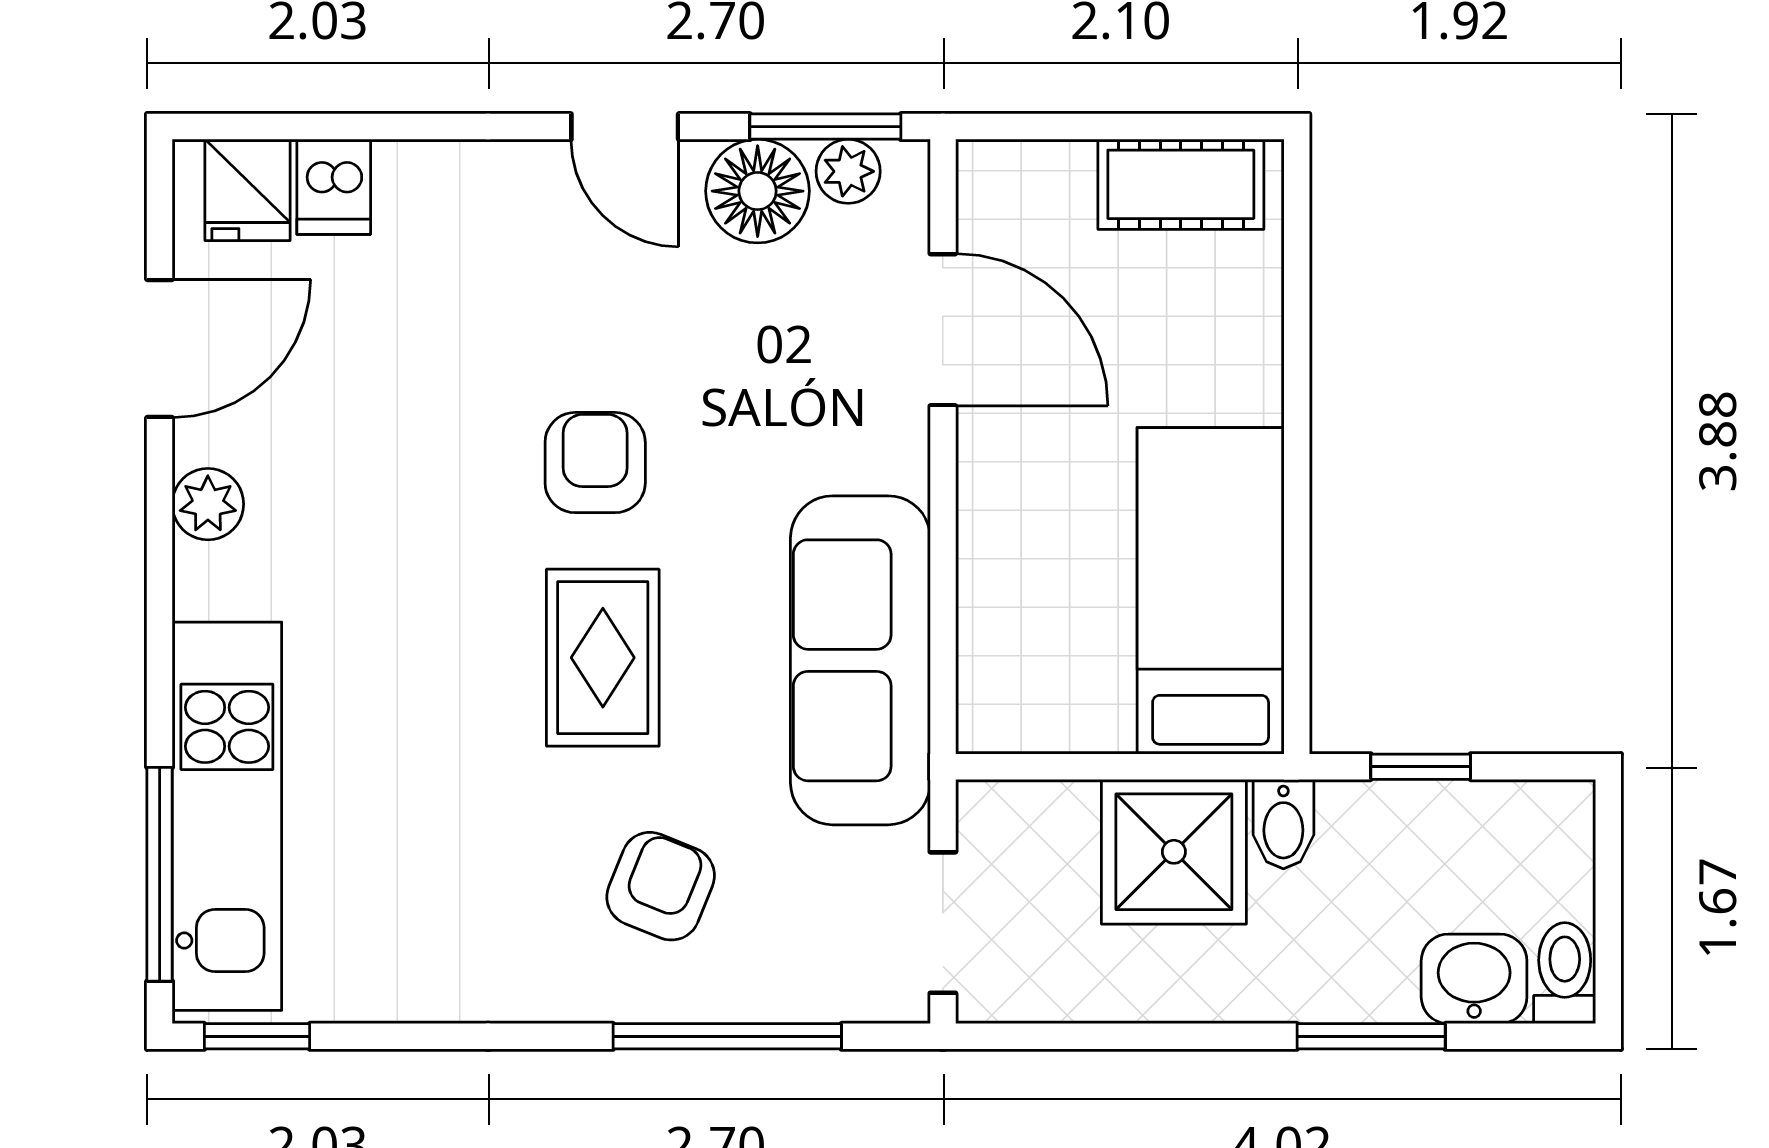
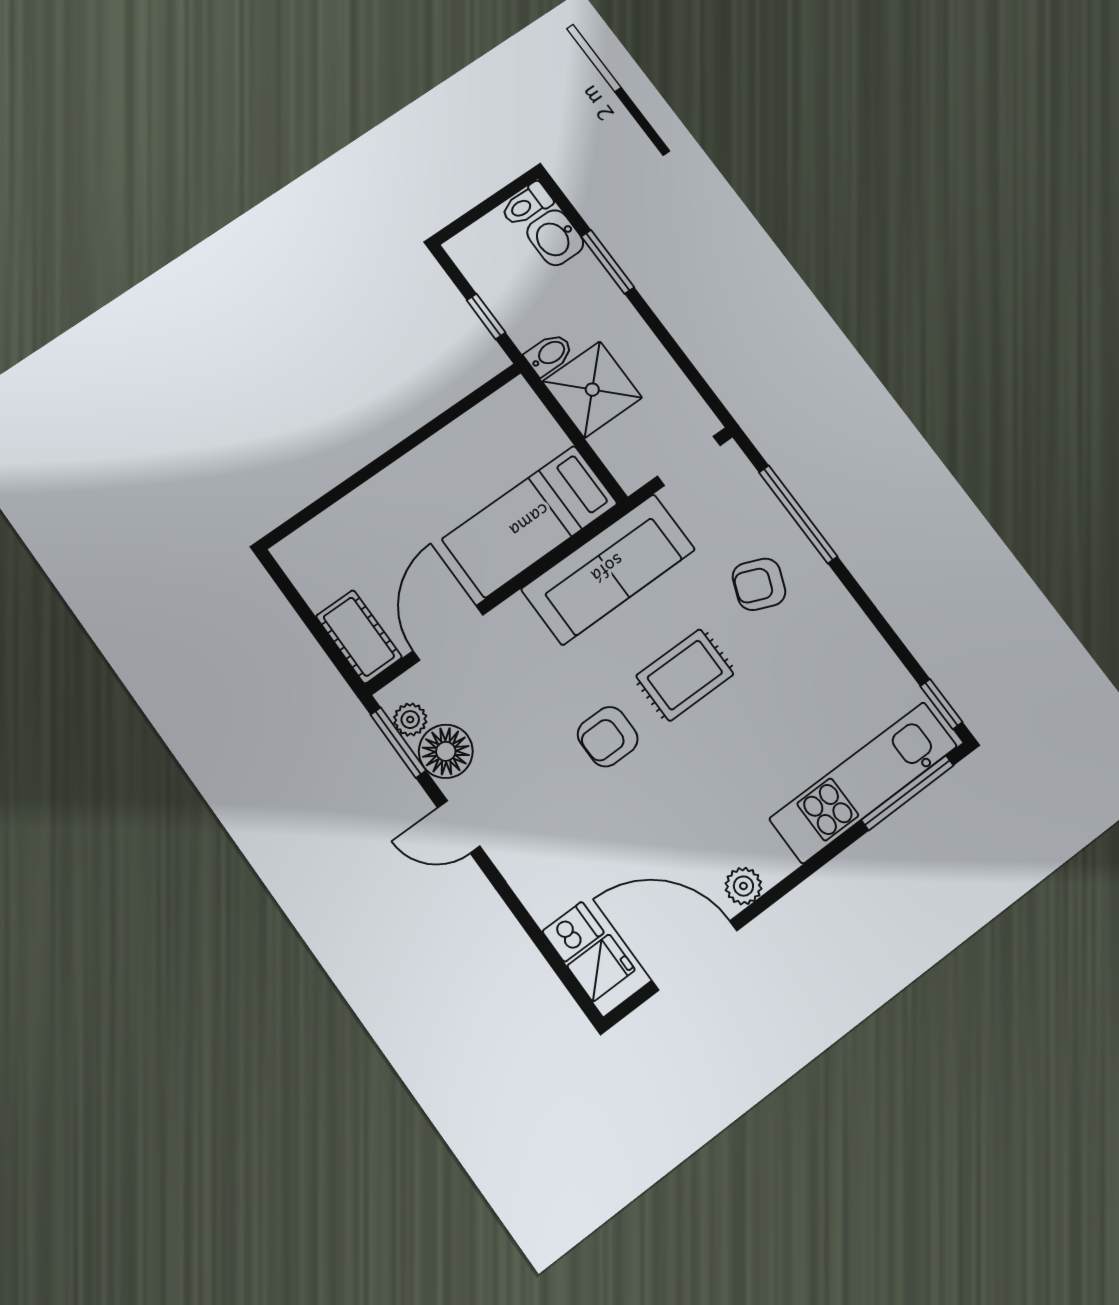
door: (625, 127) -> (459, 827), swing flipped
cot: (1181, 184) -> (359, 637), moved
door: (160, 348) -> (694, 955), width x1.36
bed: (1211, 591) -> (530, 521), moved

